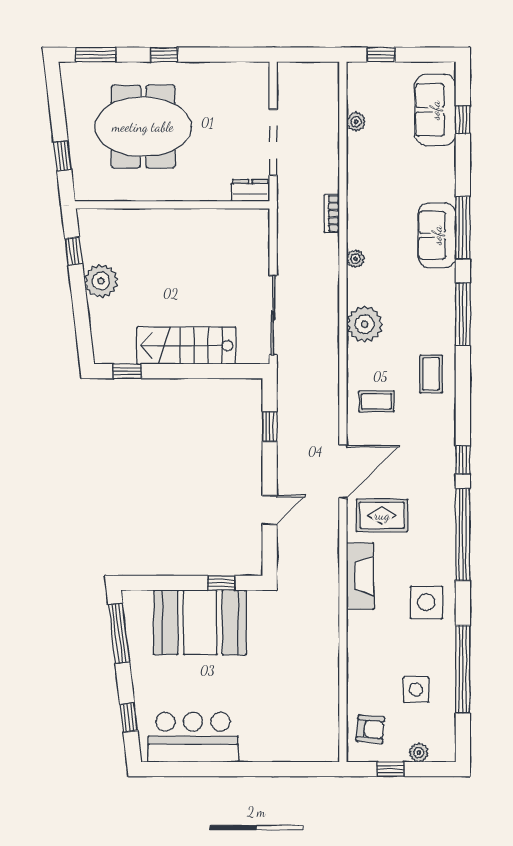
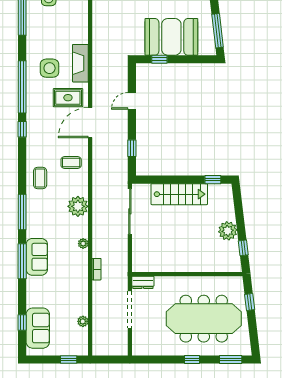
meeting table: (143, 127) -> (204, 319), width x1.36
side table: (426, 602) -> (50, 68), moved

